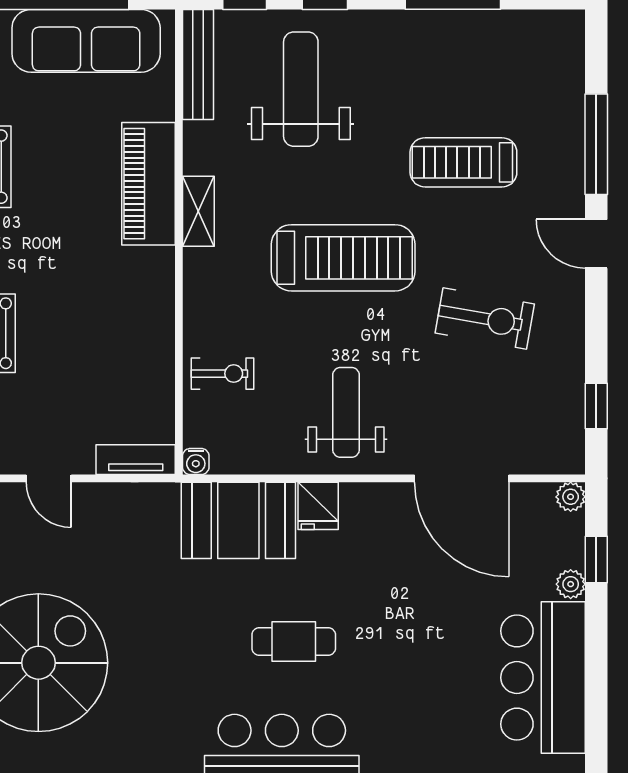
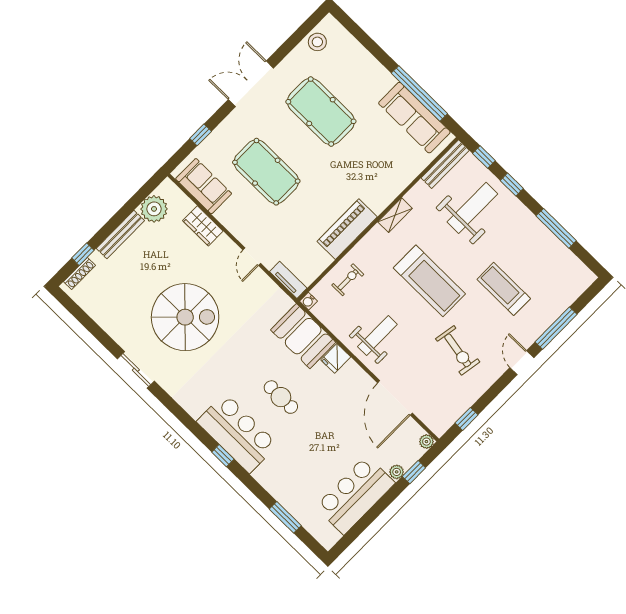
piano: (149, 184) -> (347, 229), moved
exercise bike: (222, 374) -> (348, 280), turned -90

